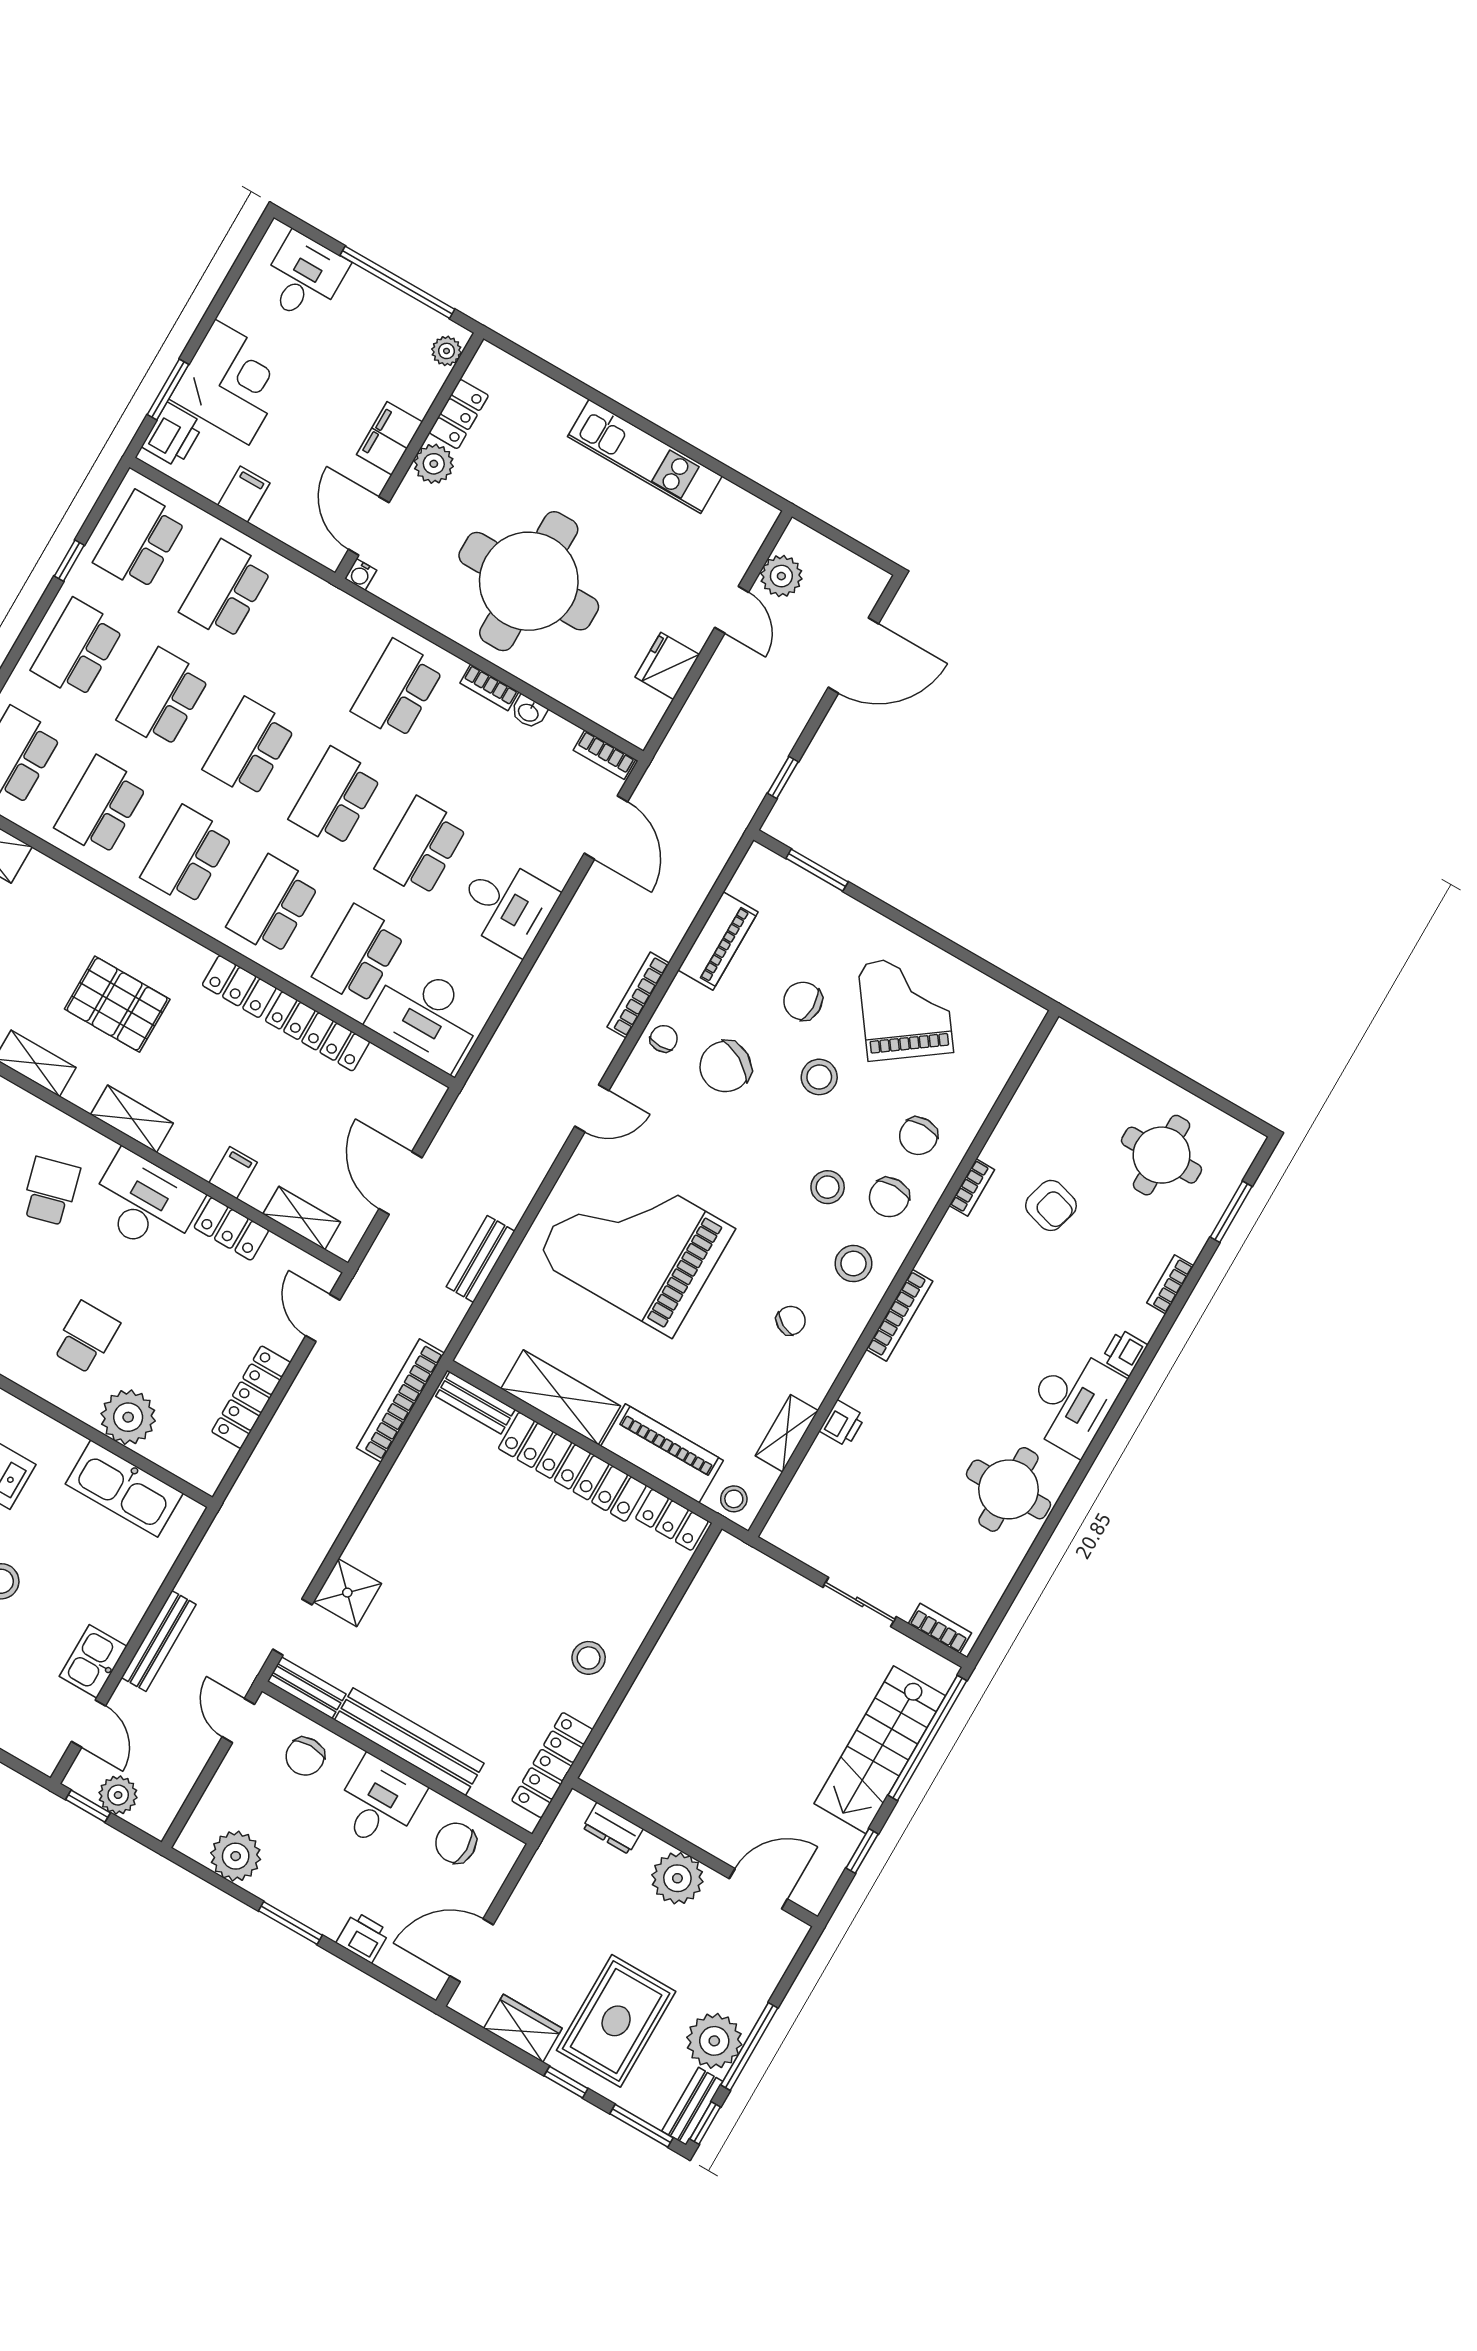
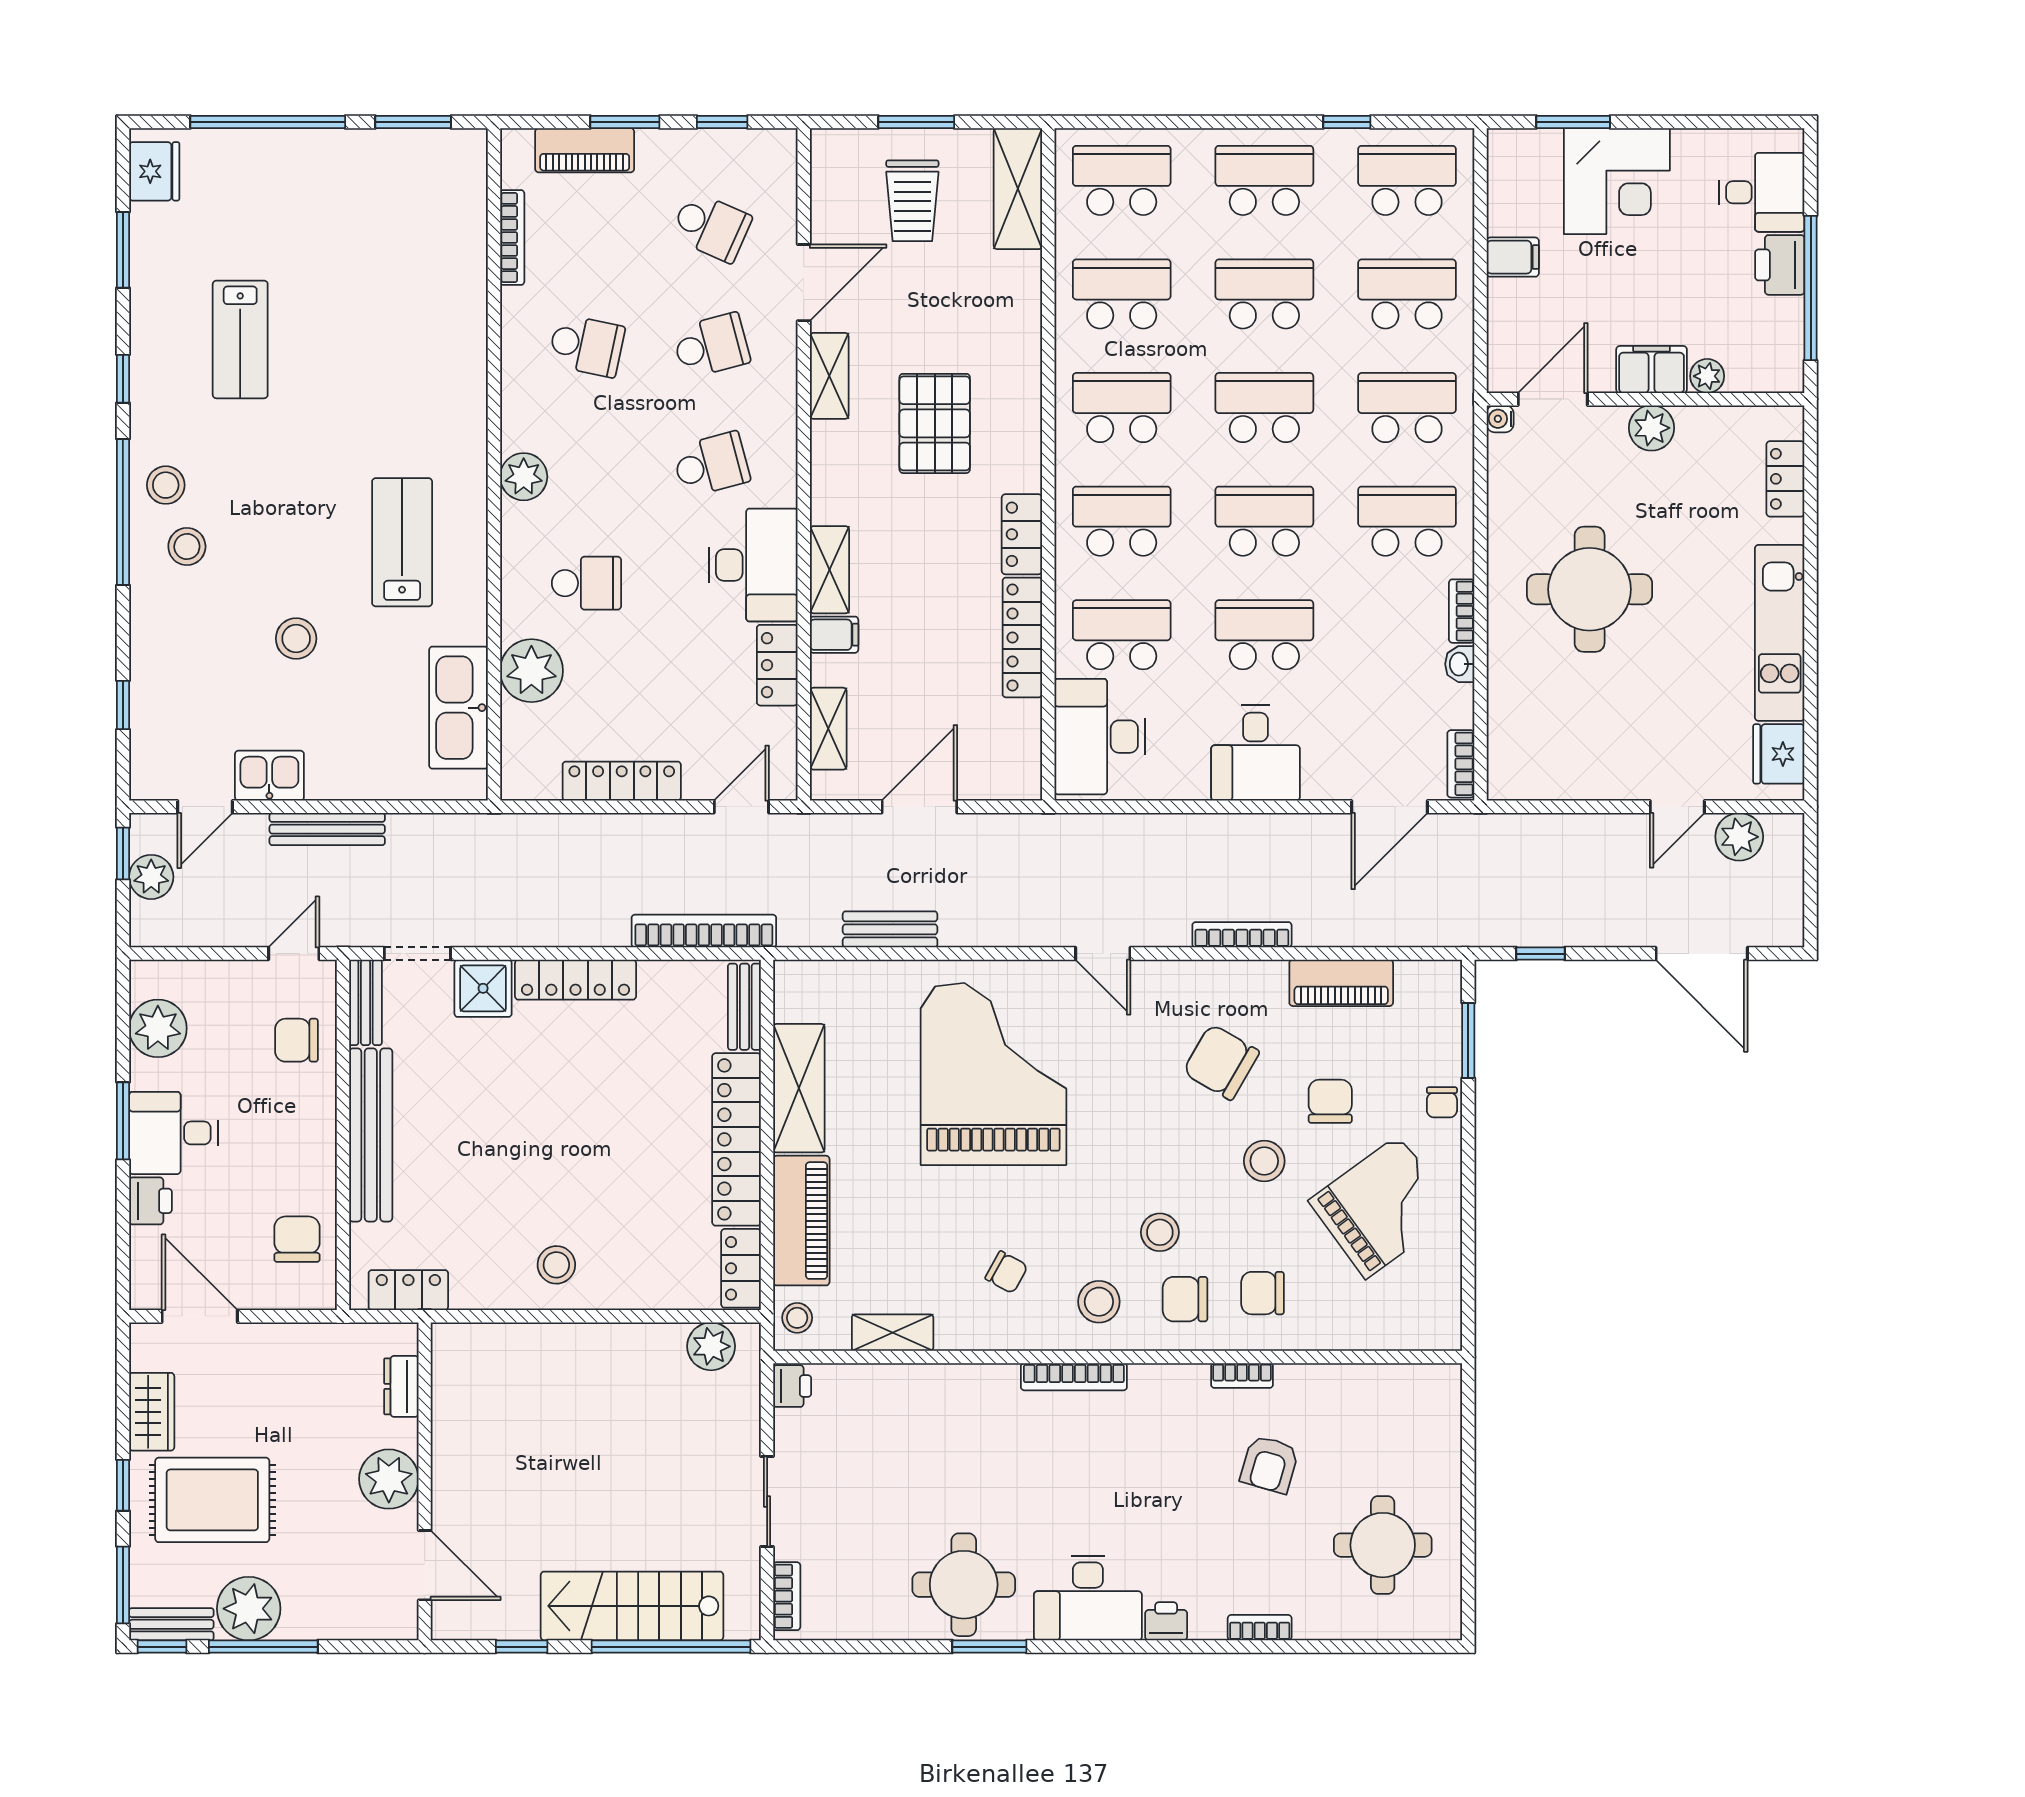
plant: (447, 351) -> (1707, 376), moved
locker: (459, 414) -> (1785, 479), moved, turned 90
printer: (173, 435) -> (1780, 265), moved, turned 90
round table: (529, 581) -> (1590, 589), width x0.73, depth x0.73
school desk: (312, 640) -> (1407, 408), added
fridge: (667, 666) -> (1779, 754), moved, turned -90
chair: (664, 1039) -> (1442, 1102), moved, turned 90
shelving: (132, 1119) -> (829, 570), moved
window: (1231, 1212) -> (989, 1647), moved
printer: (842, 1424) -> (792, 1386), moved, turned -90
locker: (381, 1519) -> (576, 980), added
plant: (718, 1576) -> (711, 1346), added
locker: (552, 1765) -> (408, 1290), width x0.66
desk: (379, 1803) -> (173, 1133), moved, turned 180

